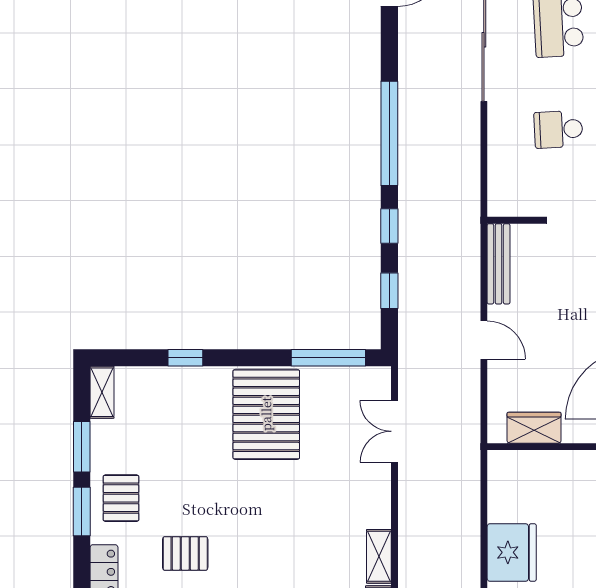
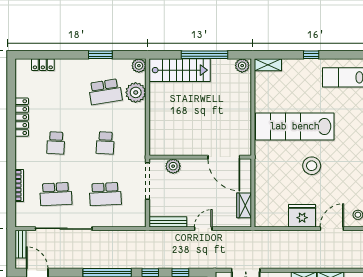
school desk: (558, 129) -> (105, 194), width x1.85

